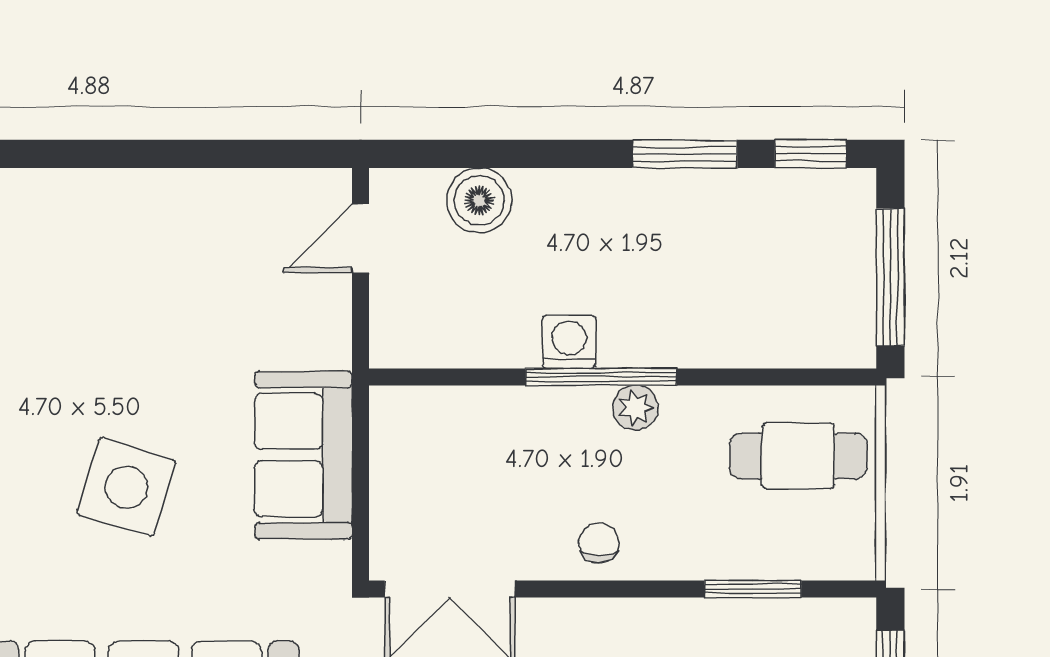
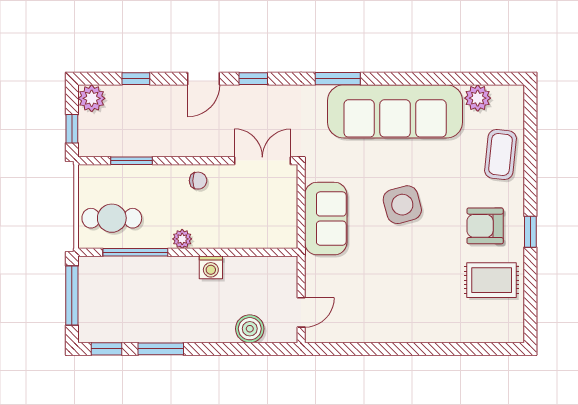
window: (601, 377) -> (135, 252), moved
side table: (127, 487) -> (402, 205), turned -32
chair: (599, 543) -> (198, 181), turned -90

